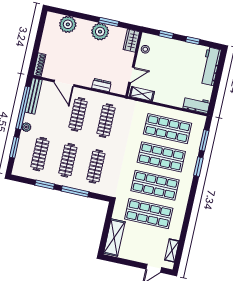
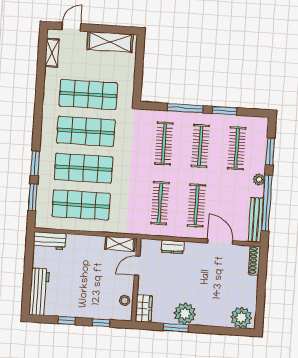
plant: (68, 24) -> (241, 318), moved
shelving: (114, 238) -> (110, 42), moved, turned 90

